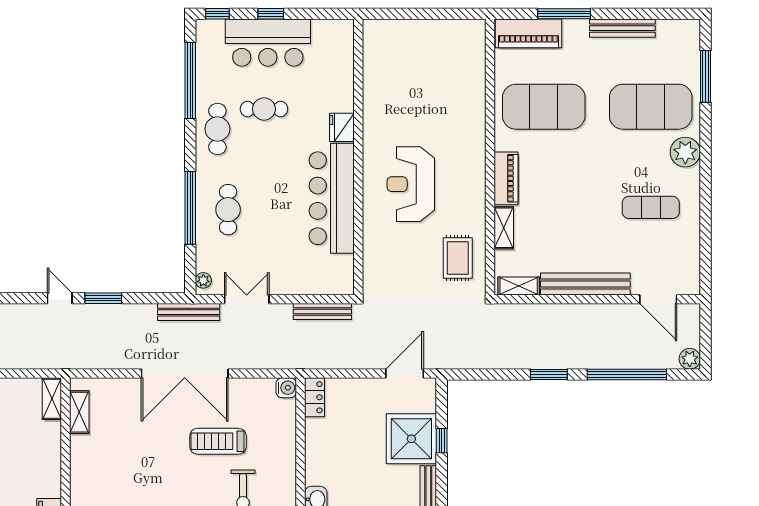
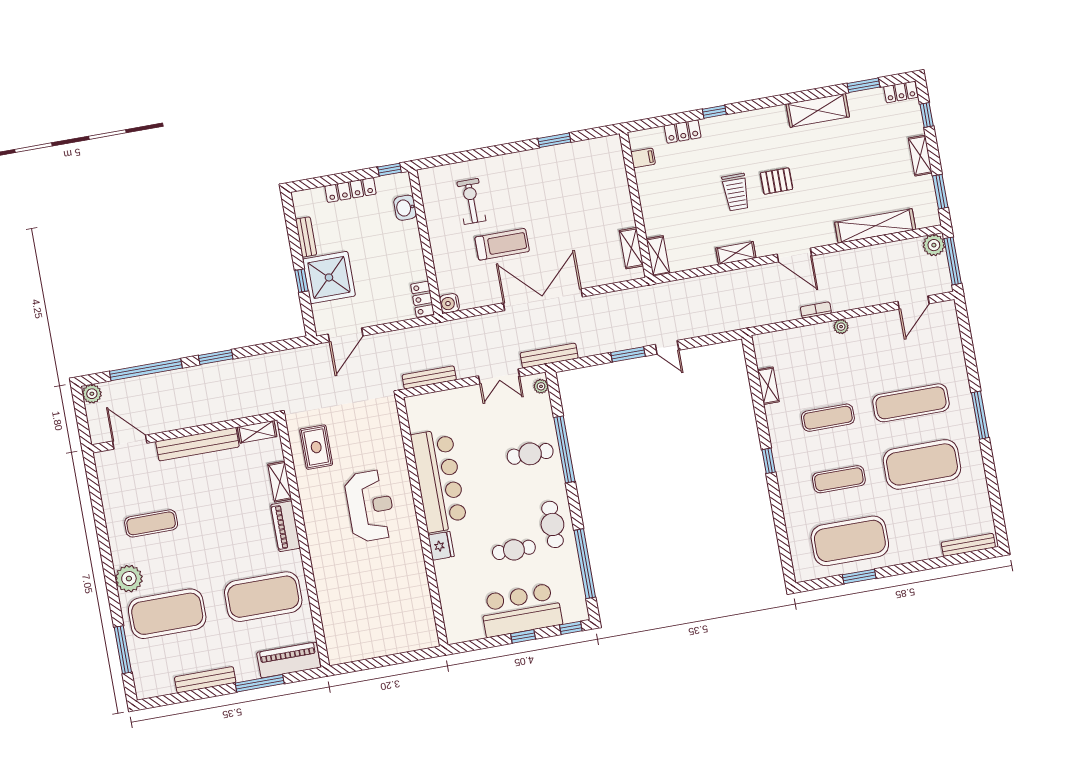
cafe table: (228, 210) -> (530, 454), turned 90

